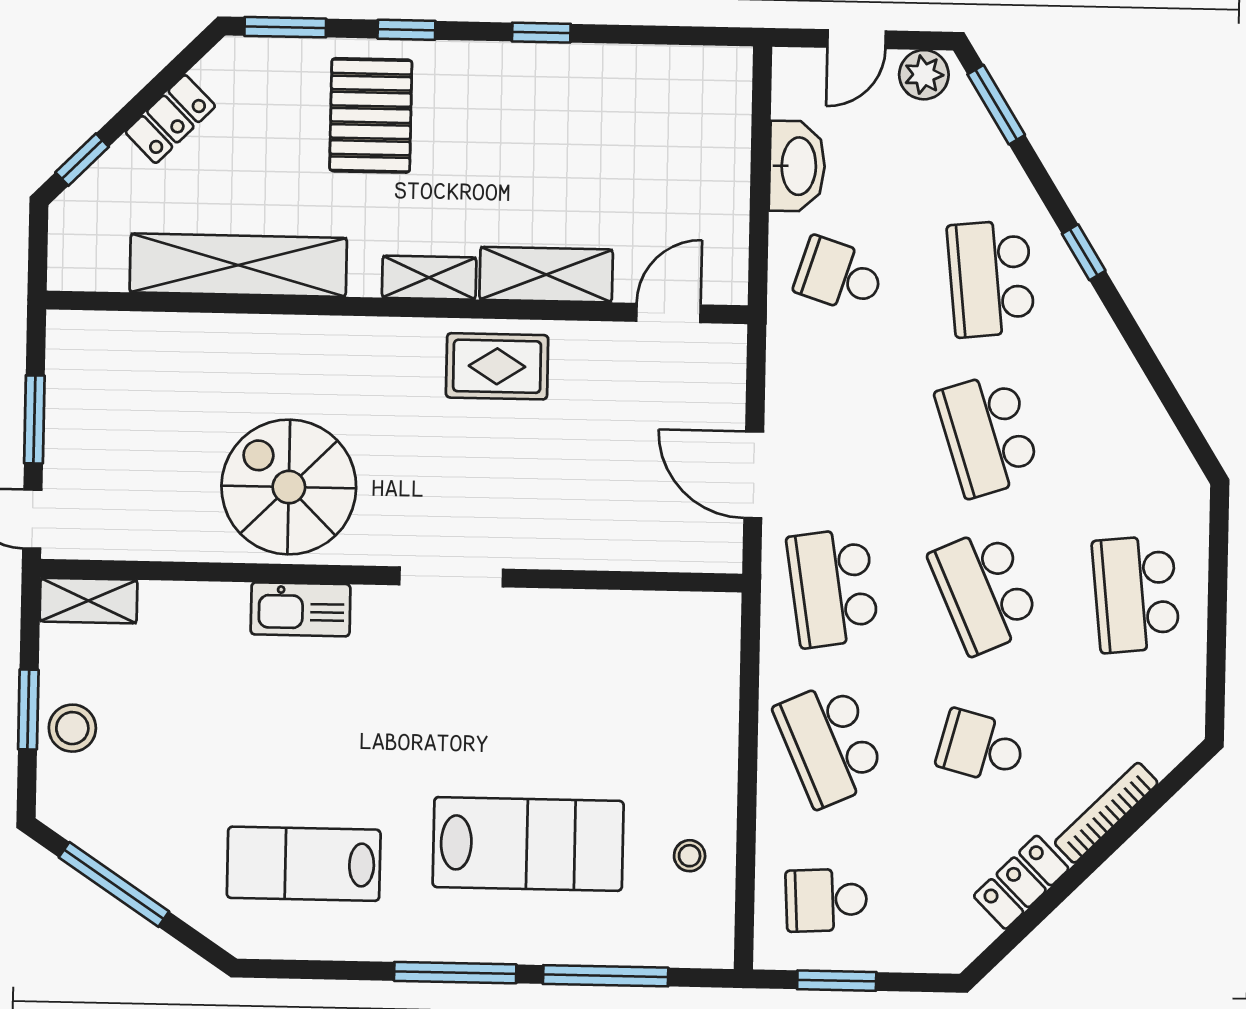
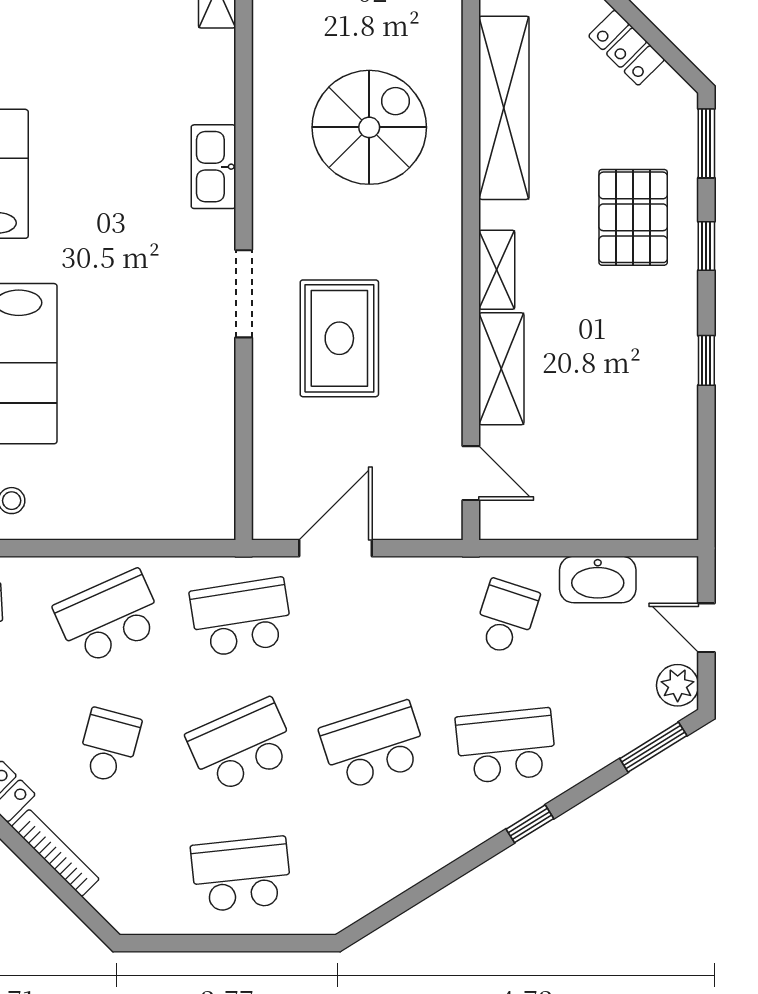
pallet: (371, 115) -> (633, 217), turned 90
rug: (497, 366) -> (339, 338), moved, width x1.36, depth x1.43
spiral stairs: (289, 487) -> (369, 127), moved

